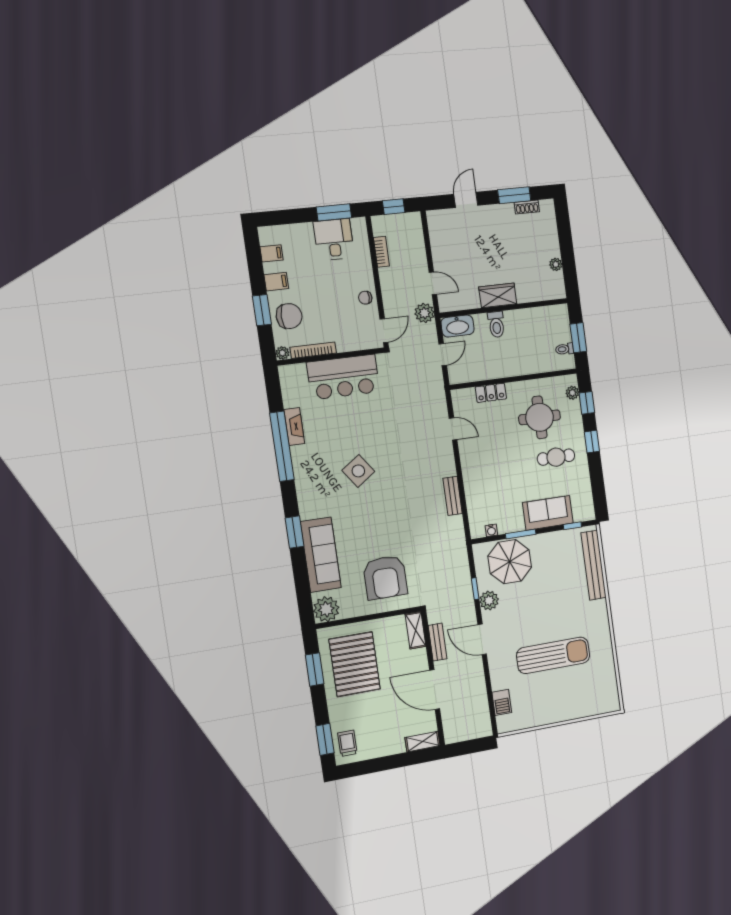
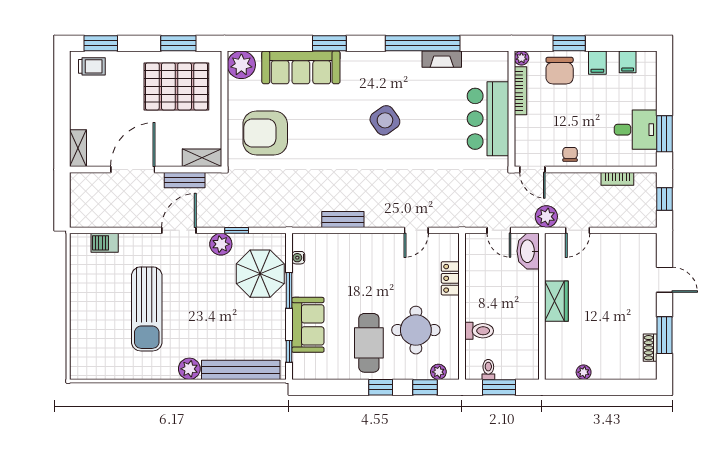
toilet: (496, 324) -> (479, 331), moved, turned 180
cafe table: (556, 457) -> (369, 343), width x1.37, depth x1.35
plant: (598, 610) -> (189, 369), added

